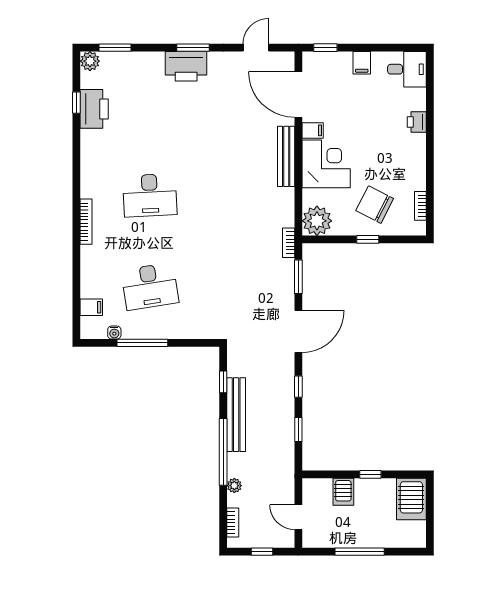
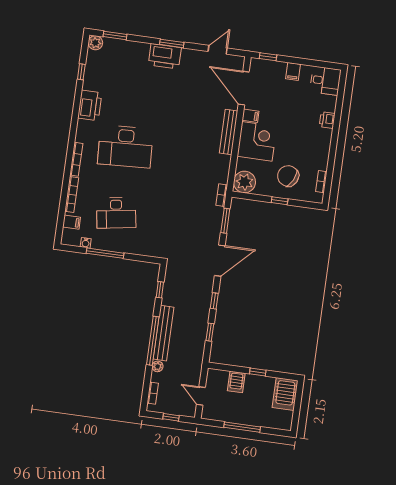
printer: (94, 109) -> (90, 105), moved
desk: (150, 195) -> (125, 146), width x1.36, depth x1.30
bookcase: (86, 270) -> (72, 195), added
bench: (236, 415) -> (164, 333), moved

